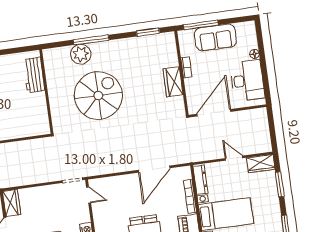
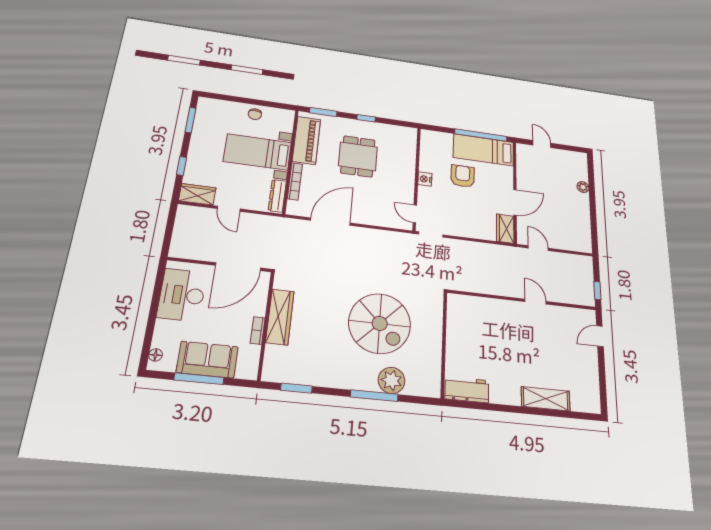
window: (201, 25) -> (199, 379), moved
floor lamp: (254, 54) -> (156, 355), moved
workbench: (34, 75) -> (467, 390), moved, turned -90
wardrobe: (173, 82) -> (280, 317), width x1.50
spiral stairs: (98, 95) -> (380, 323), turned -90
window: (280, 184) -> (182, 166), width x0.67

